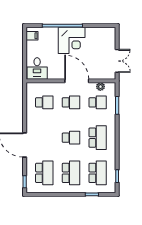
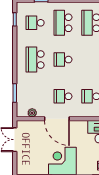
school desk: (98, 102) -> (35, 96), removed
school desk: (98, 173) -> (35, 23), width x0.54

